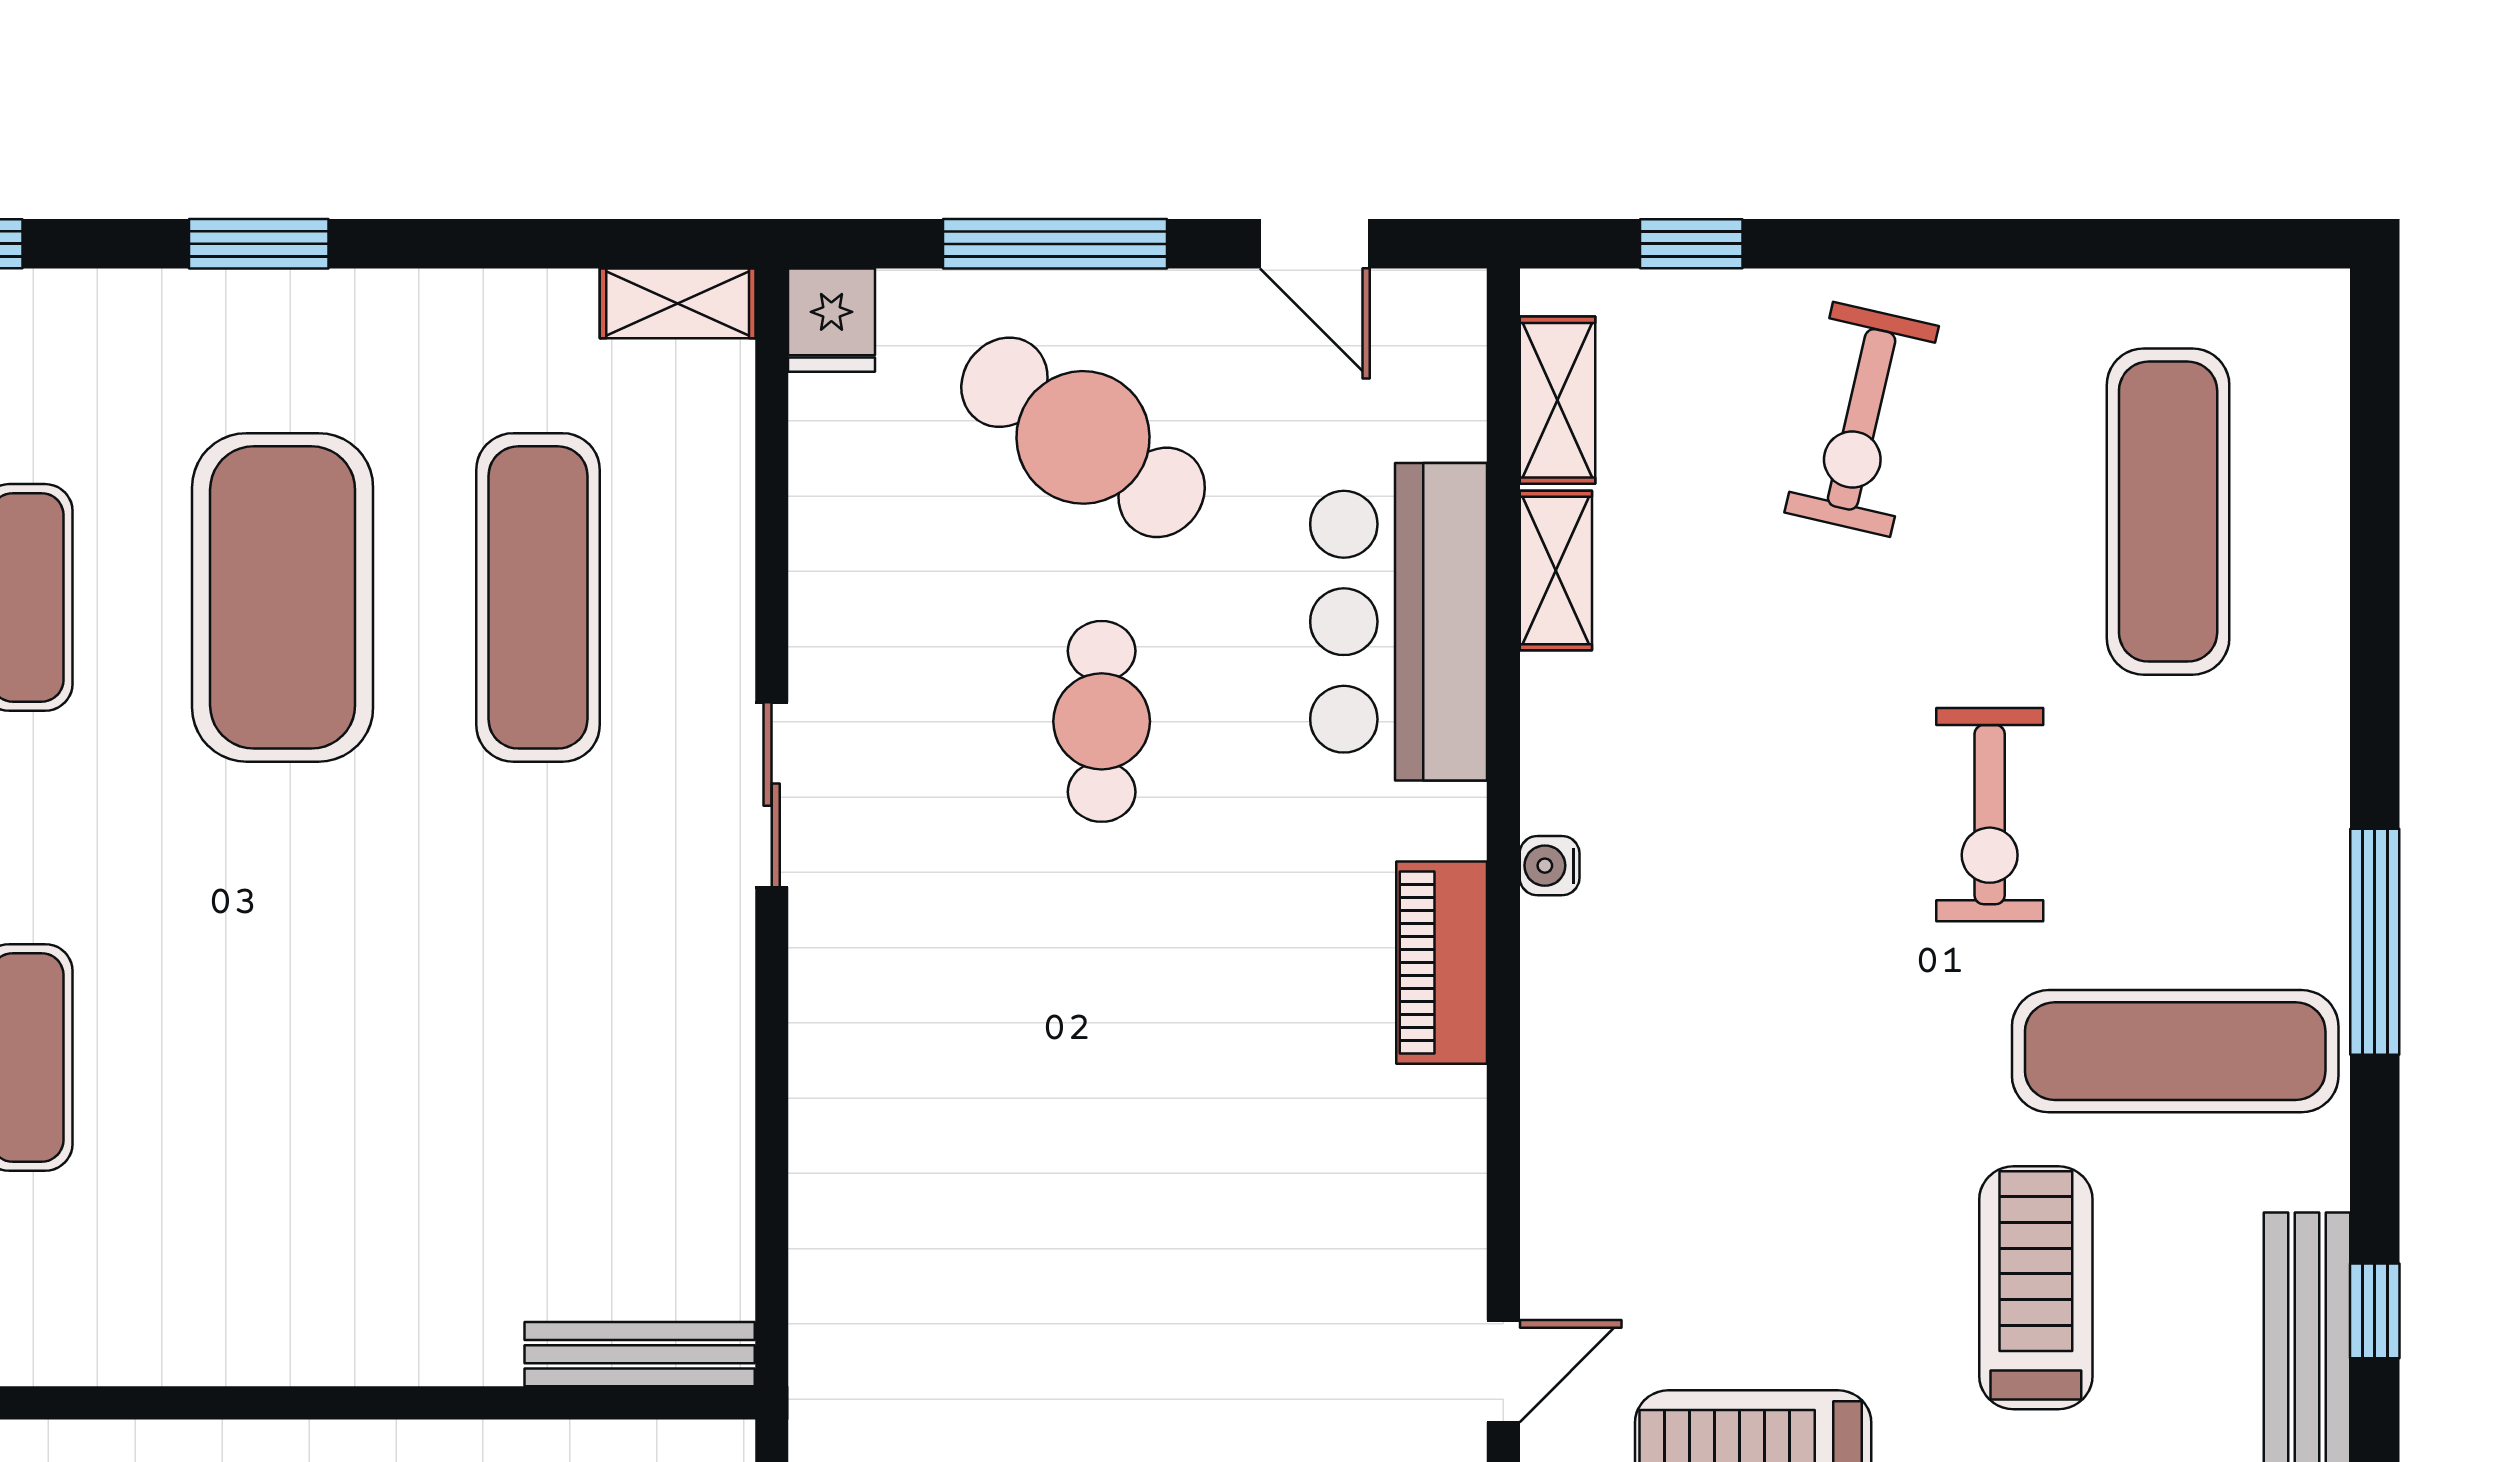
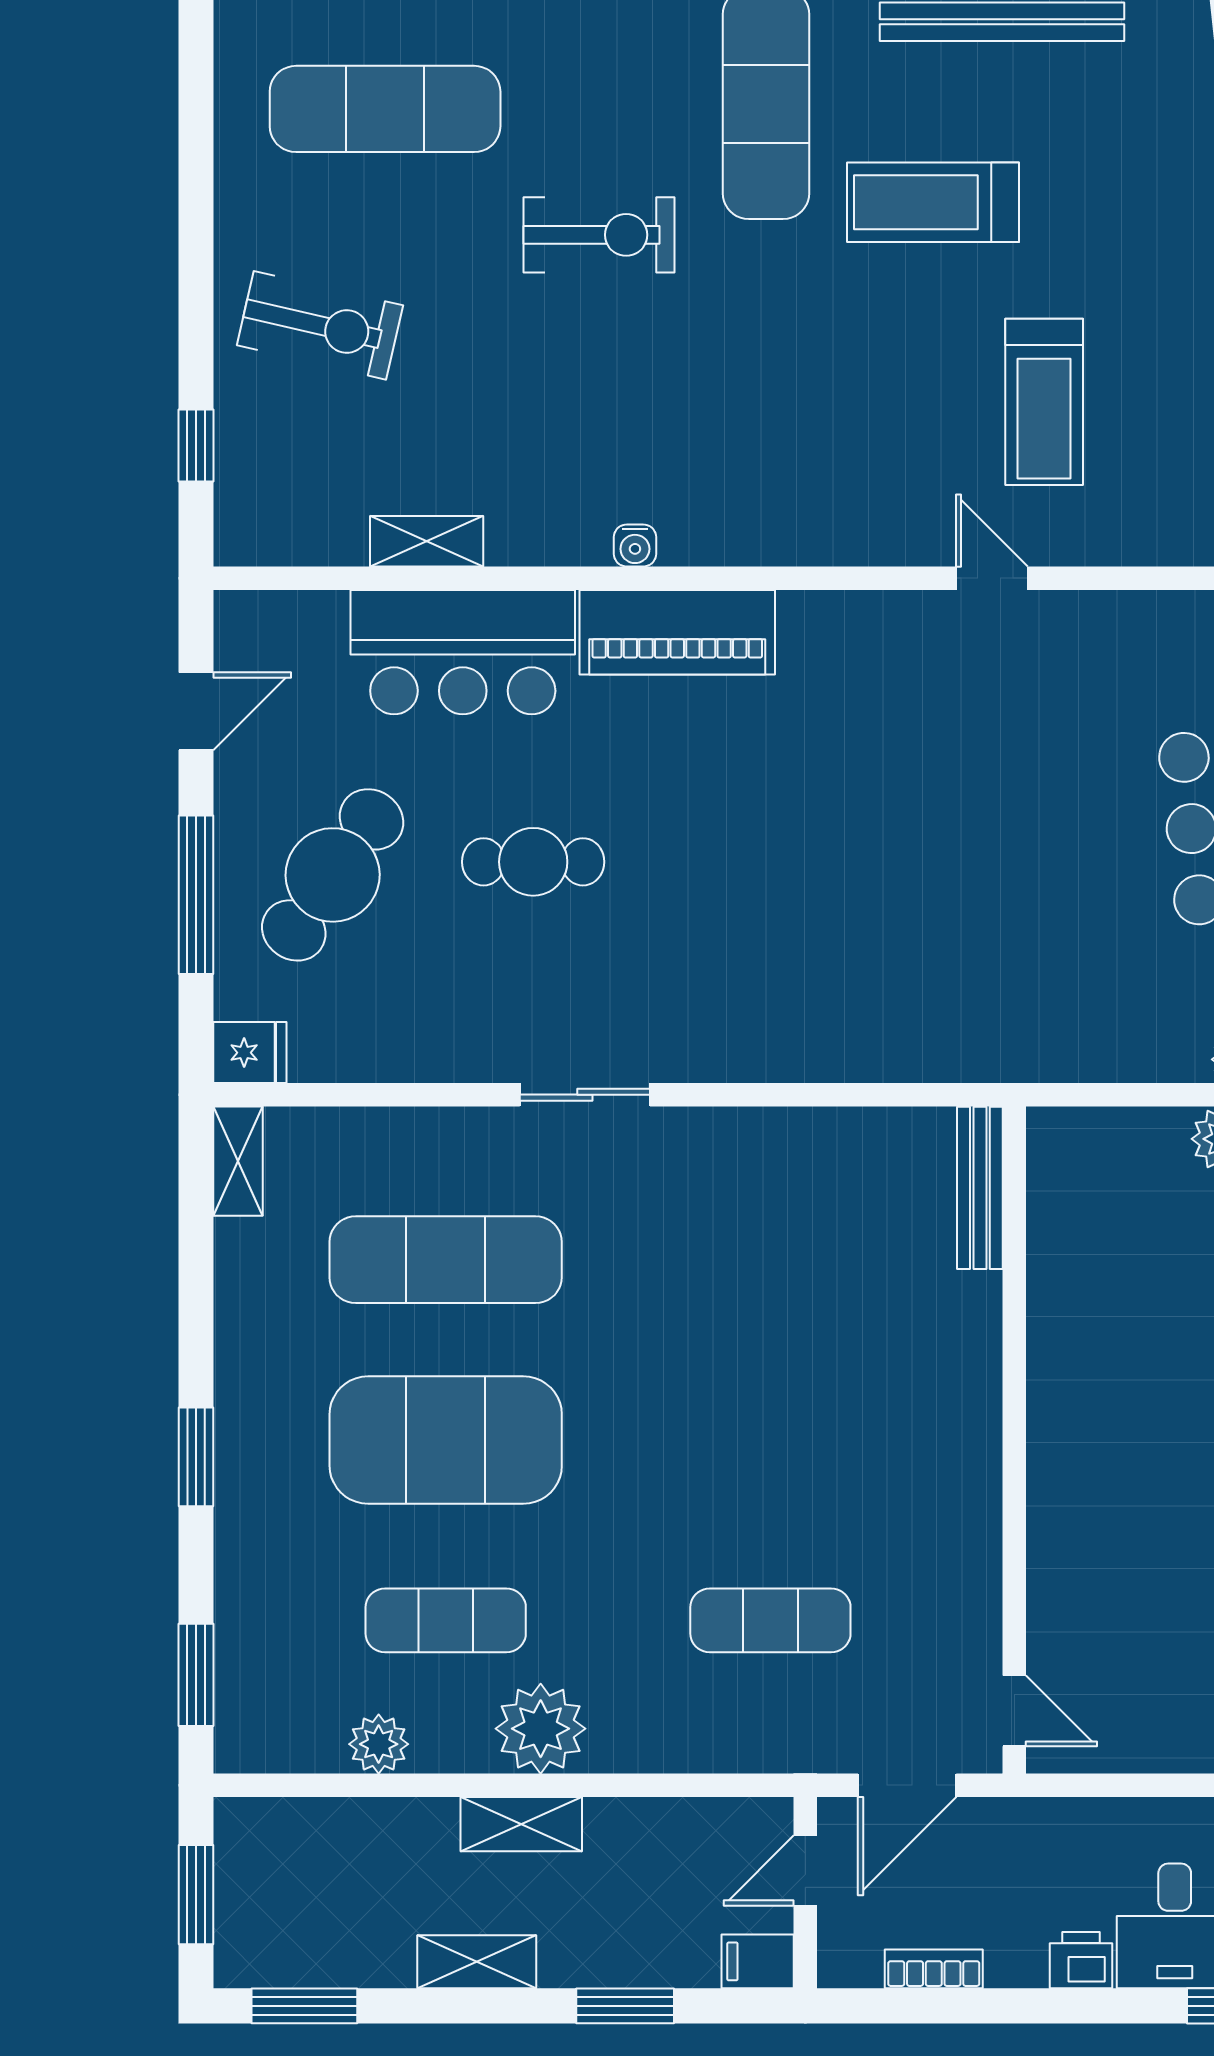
shelving: (1557, 400) -> (306, 540), removed
piano: (1442, 963) -> (677, 632), width x1.37, depth x1.33

